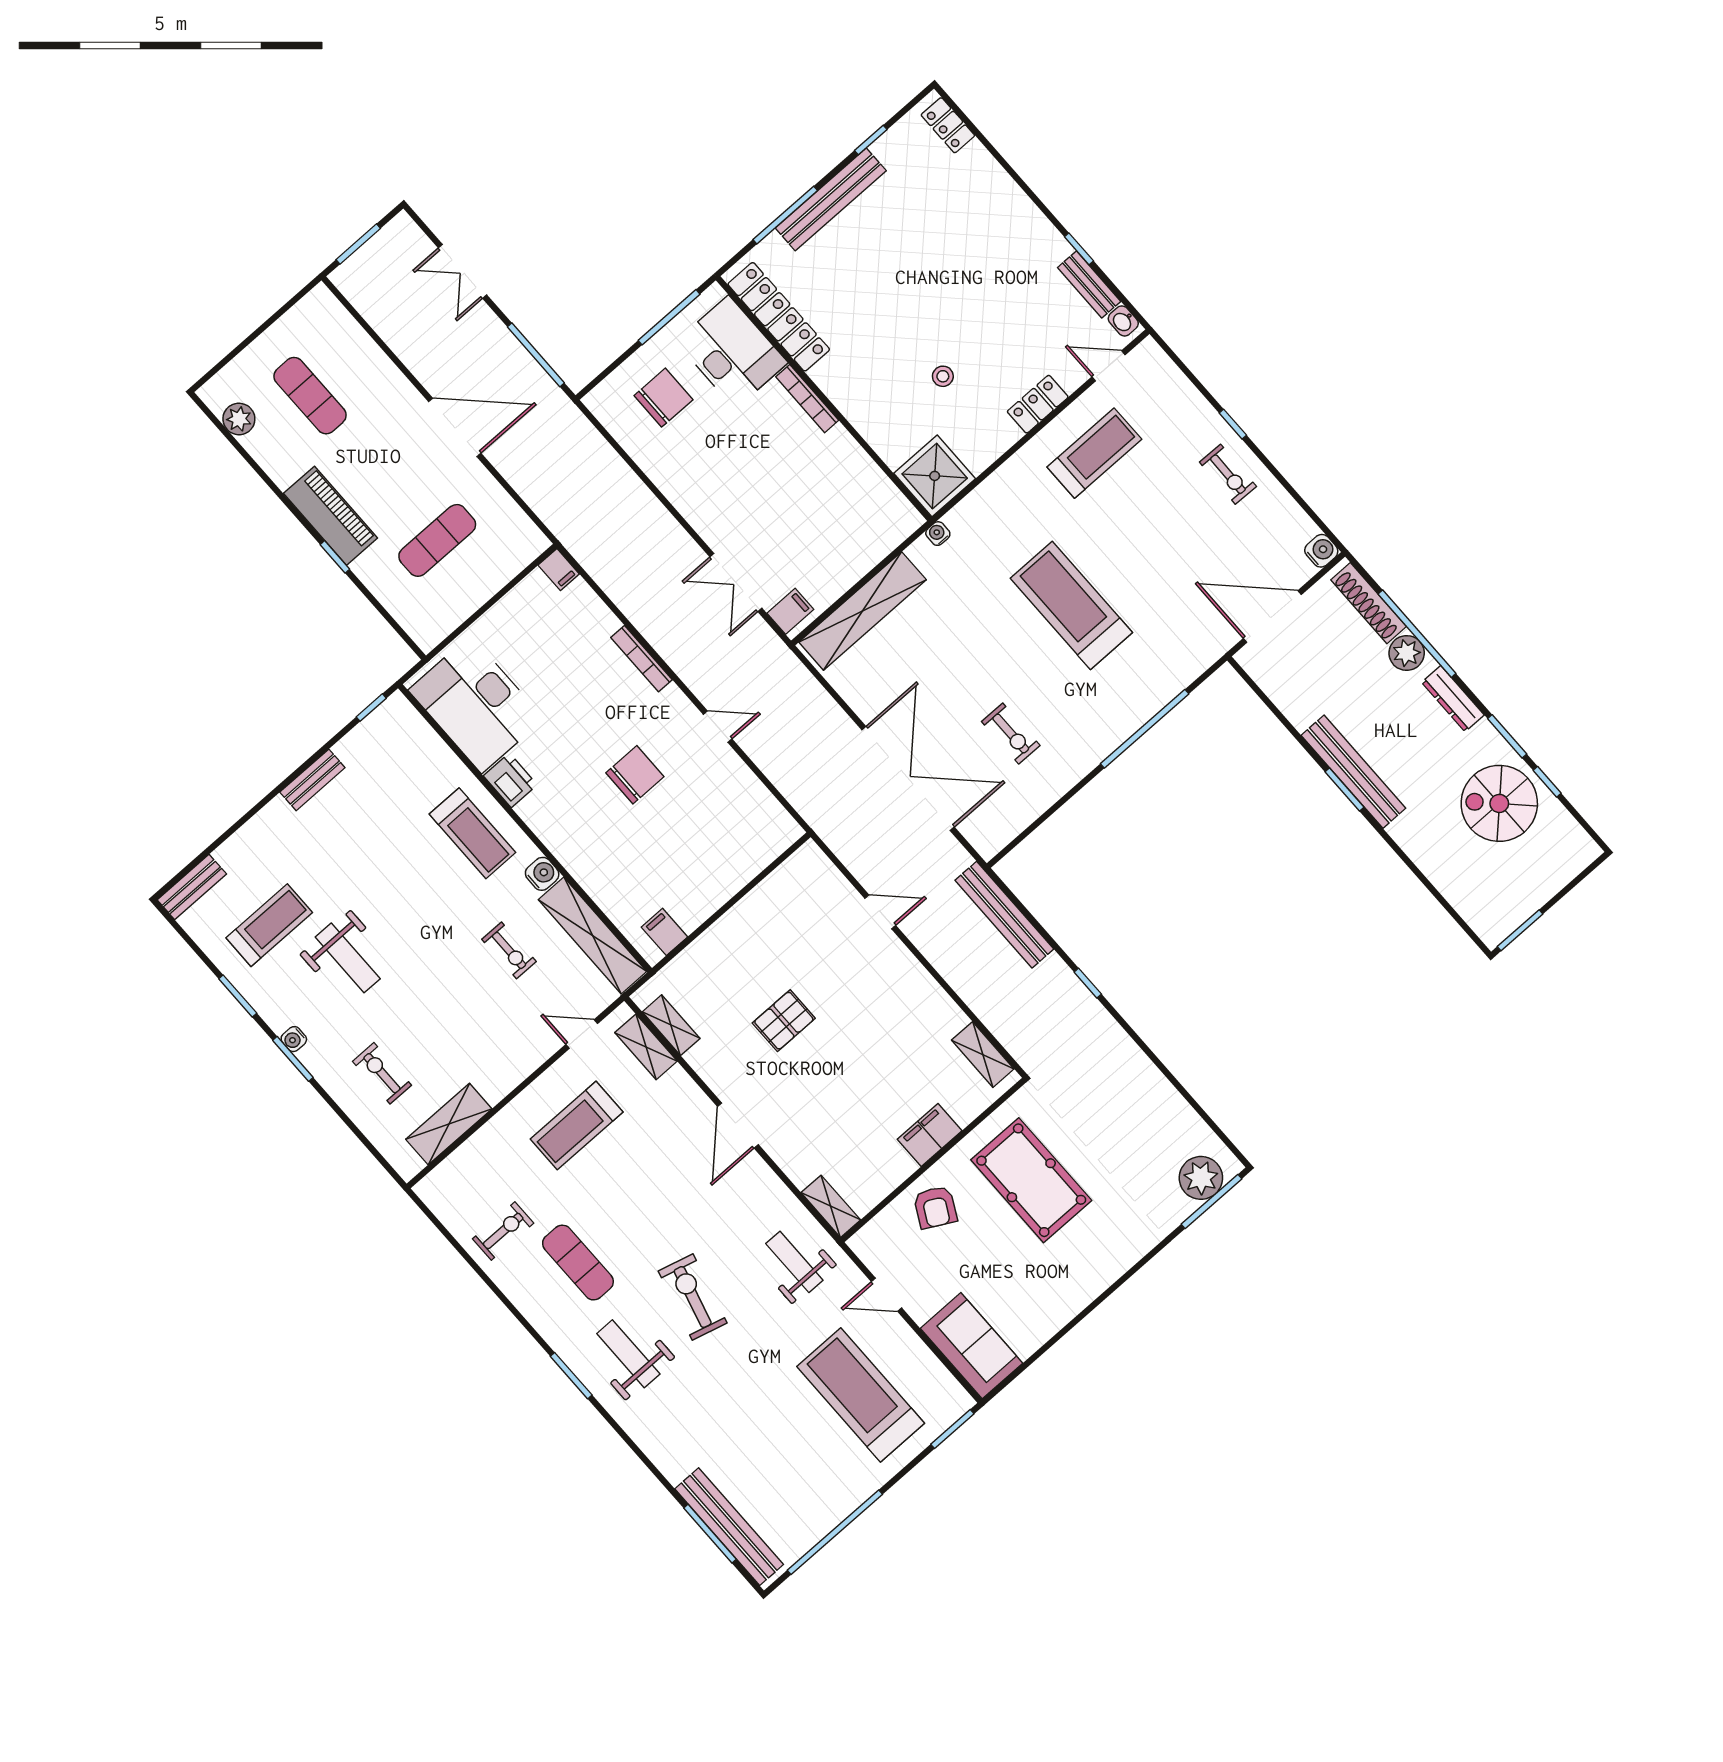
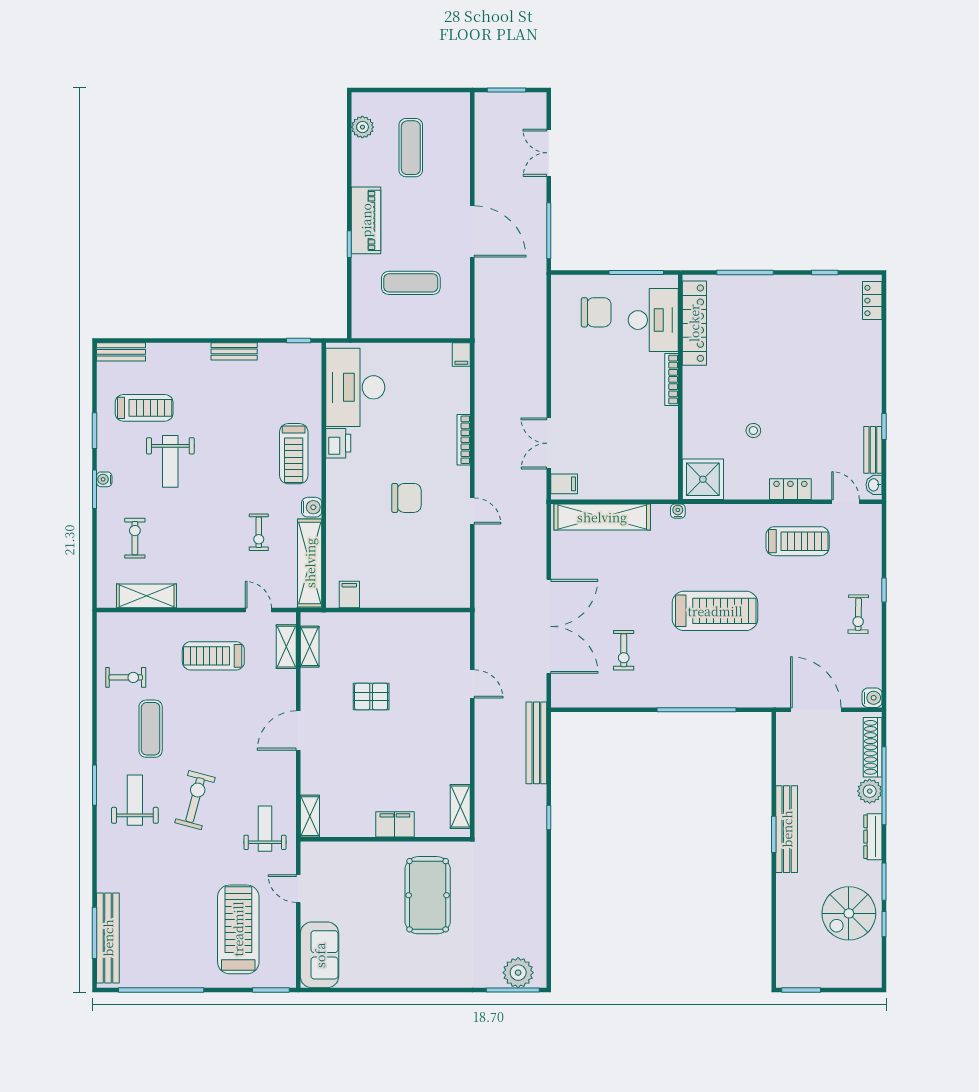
bench: (831, 199) -> (776, 285), removed
treadmill: (1071, 605) -> (715, 611), turned 90
spiral stairs: (1499, 803) -> (849, 913), turned -90
armchair: (935, 1207) -> (365, 865), removed

